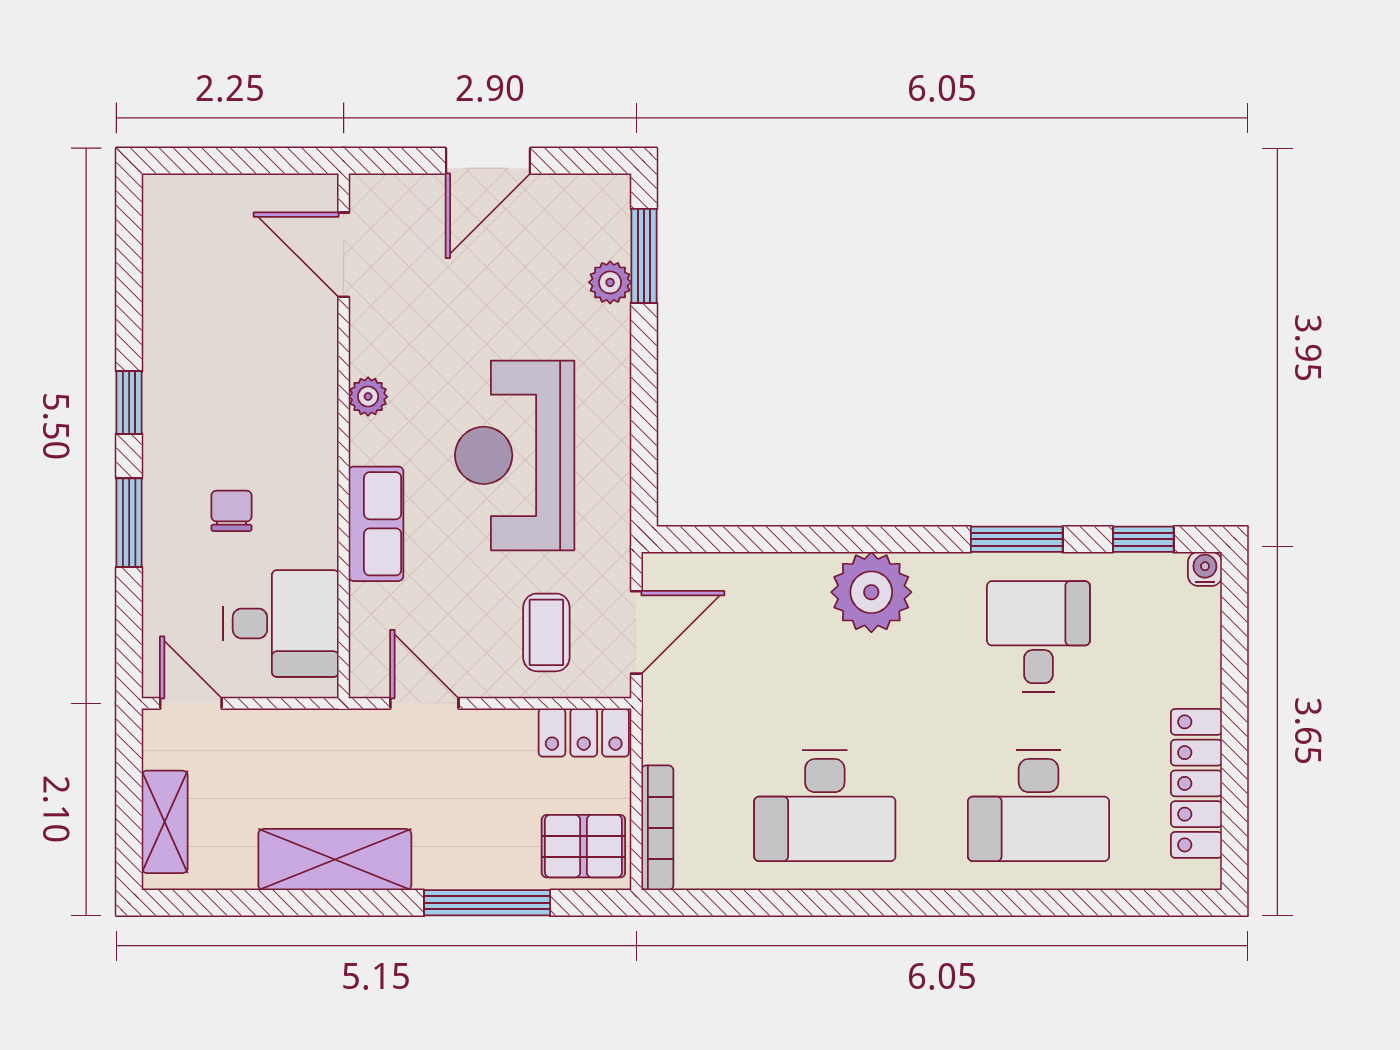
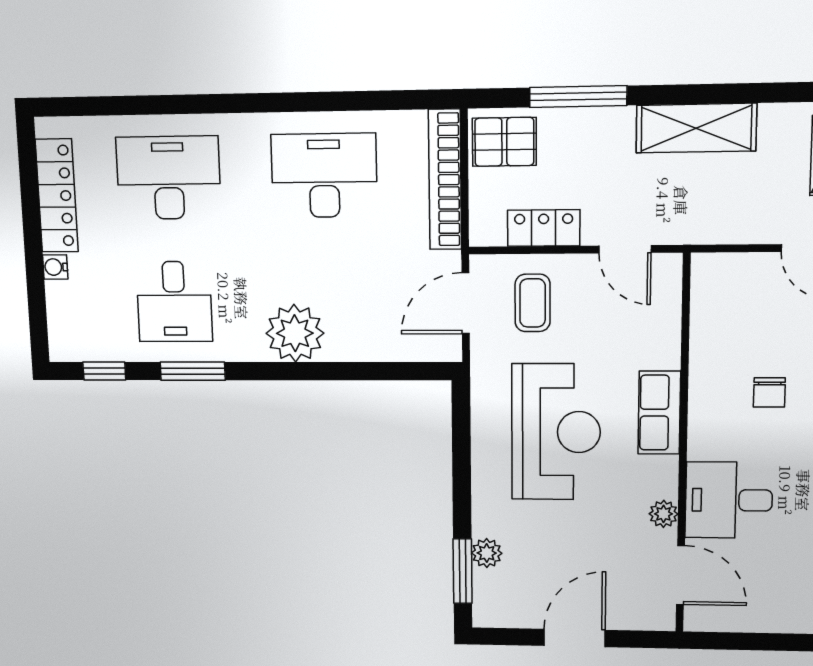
plant: (368, 397) -> (664, 514), moved
row of seats: (376, 524) -> (659, 413), moved
water cooler: (1205, 569) -> (55, 267), moved, turned 90
desk: (281, 623) -> (729, 500), moved
locker: (584, 733) -> (544, 228), moved
bookcase: (657, 828) -> (445, 180), width x1.48, depth x1.31

